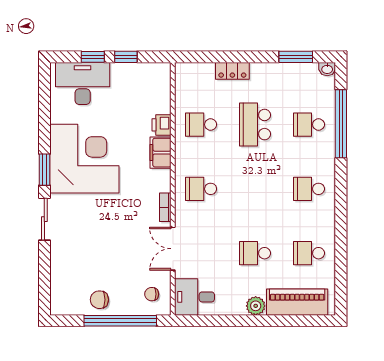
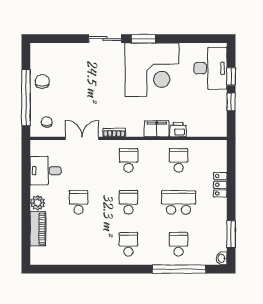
school desk: (309, 253) -> (128, 202), moved
desk: (194, 297) -> (46, 171), moved, turned -90
piano: (297, 302) -> (38, 229), width x0.73, depth x0.75

